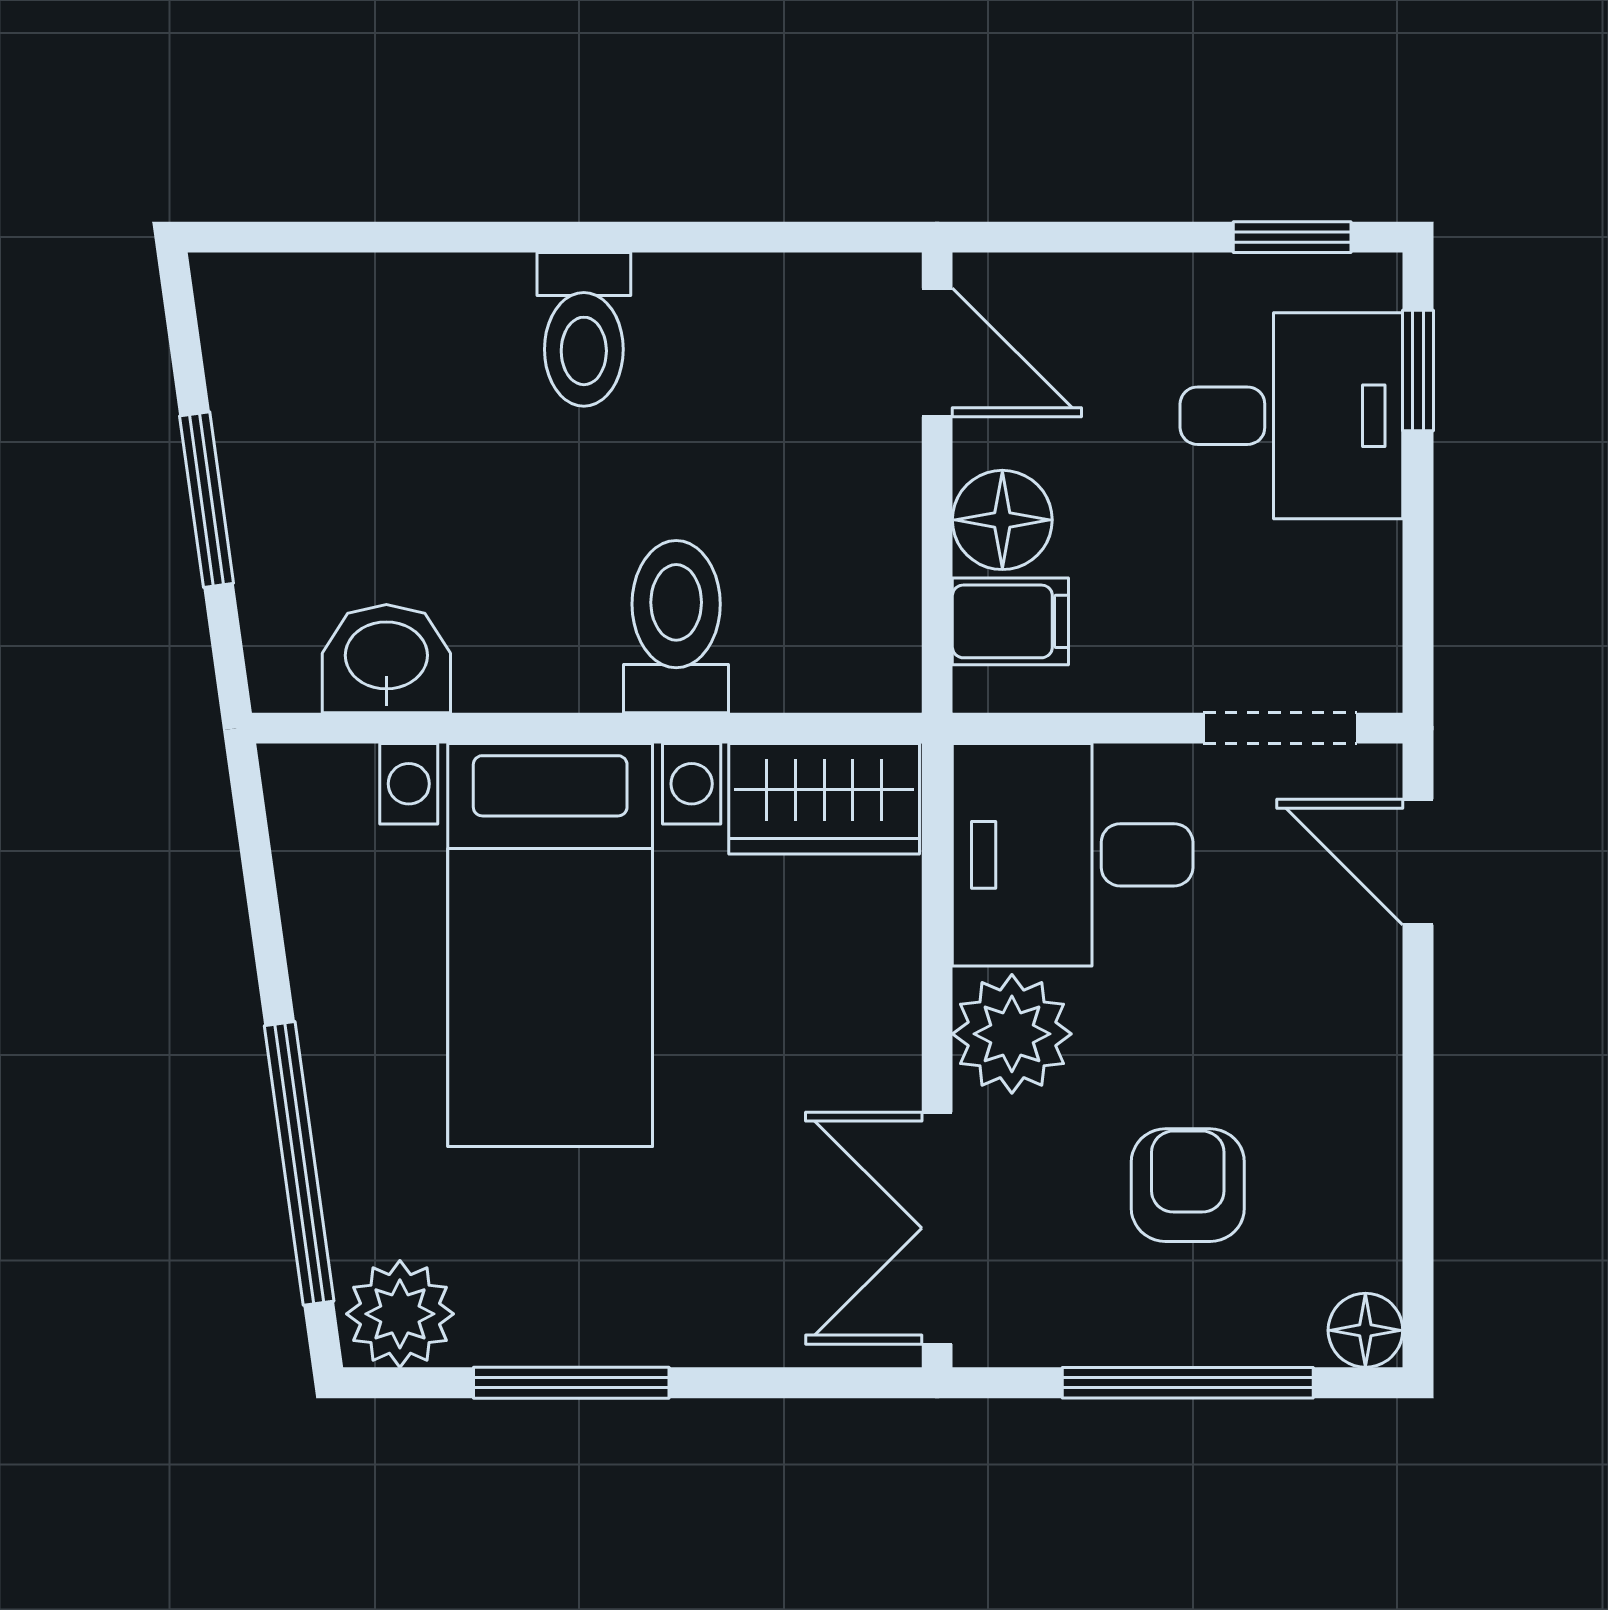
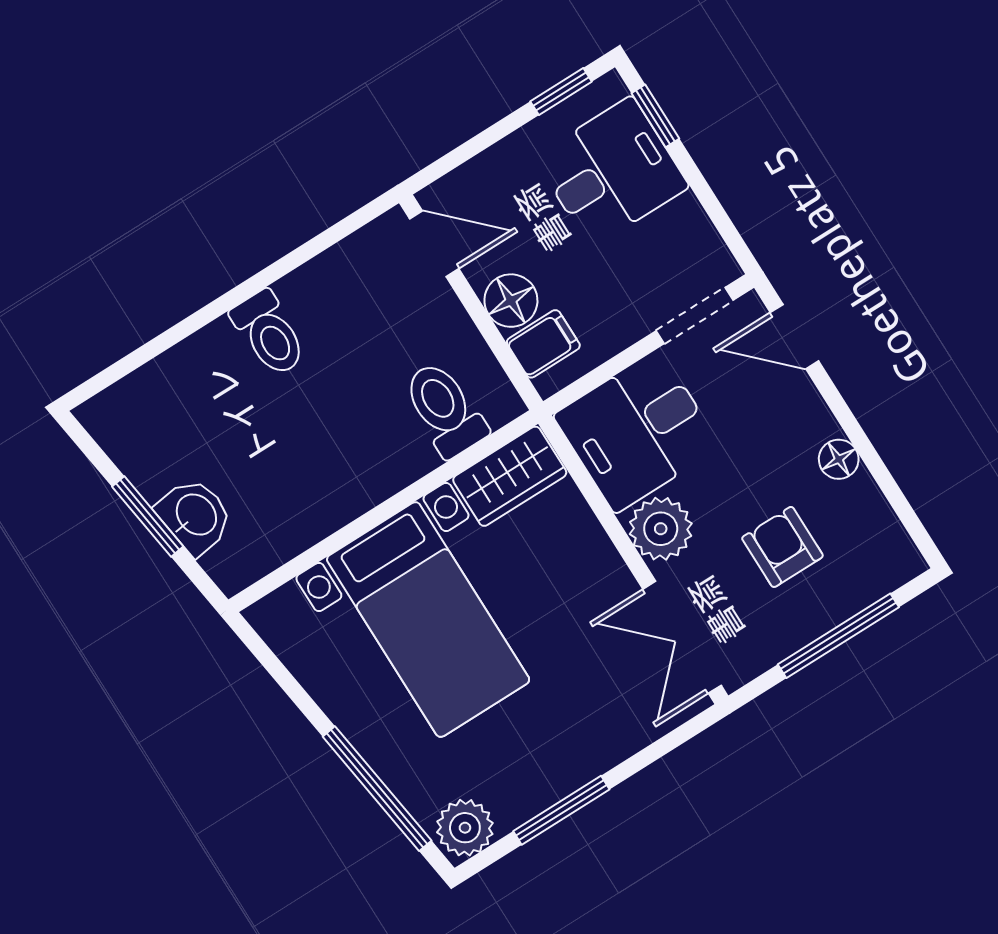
toilet: (676, 627) -> (445, 409), moved
washbasin: (386, 659) -> (195, 516), moved, turned 82
floor lamp: (1365, 1330) -> (839, 459), moved

